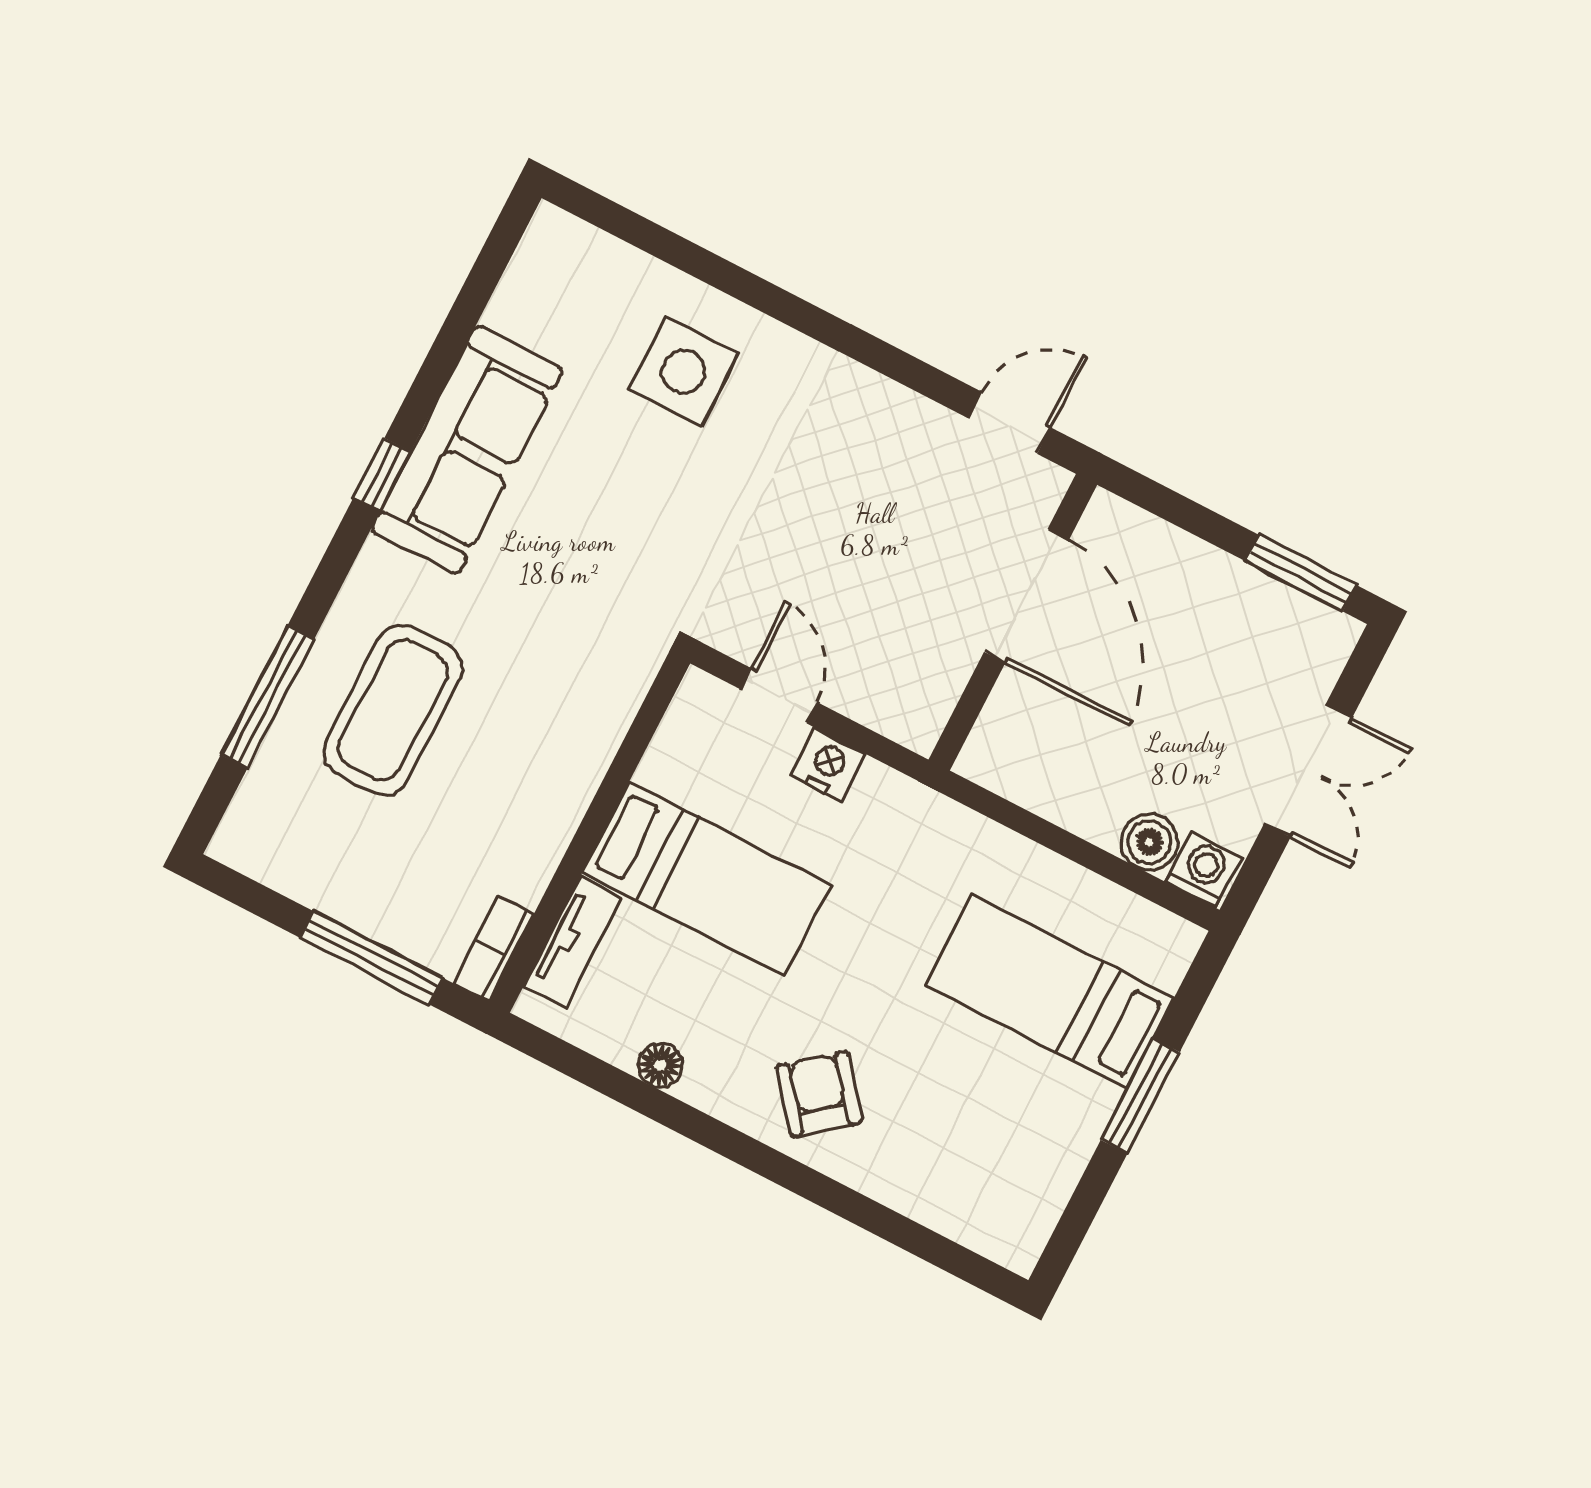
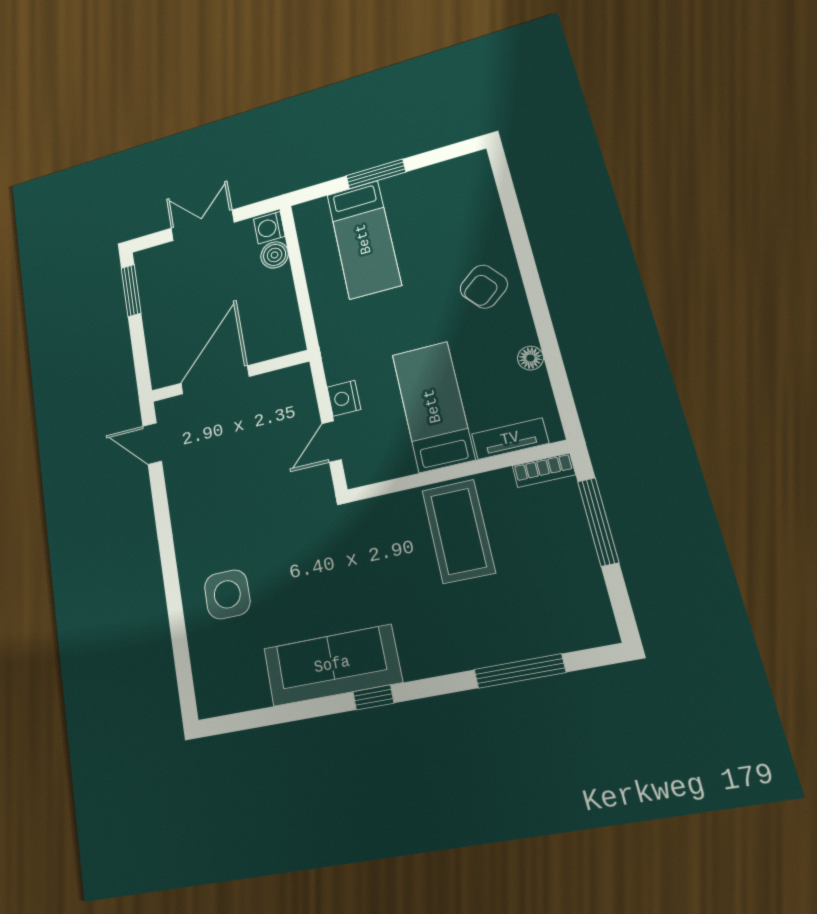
coffee table: (393, 710) -> (458, 531), moved, turned 90

